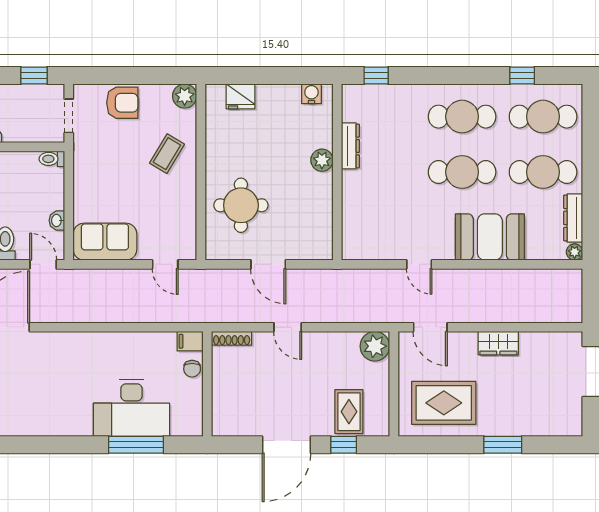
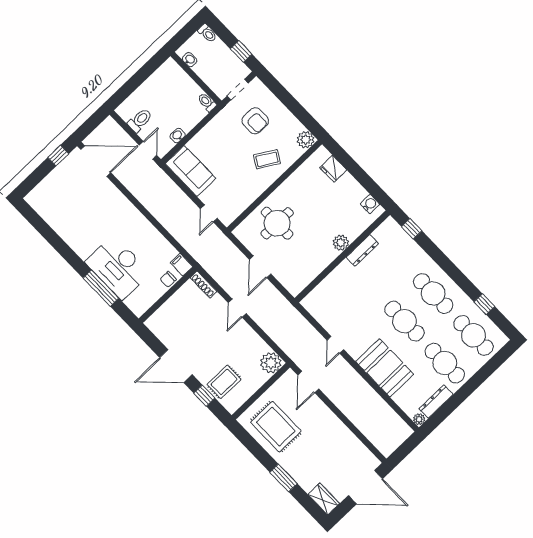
armchair: (122, 103) -> (255, 121), moved
wardrobe: (498, 343) -> (324, 499), moved, turned 180

